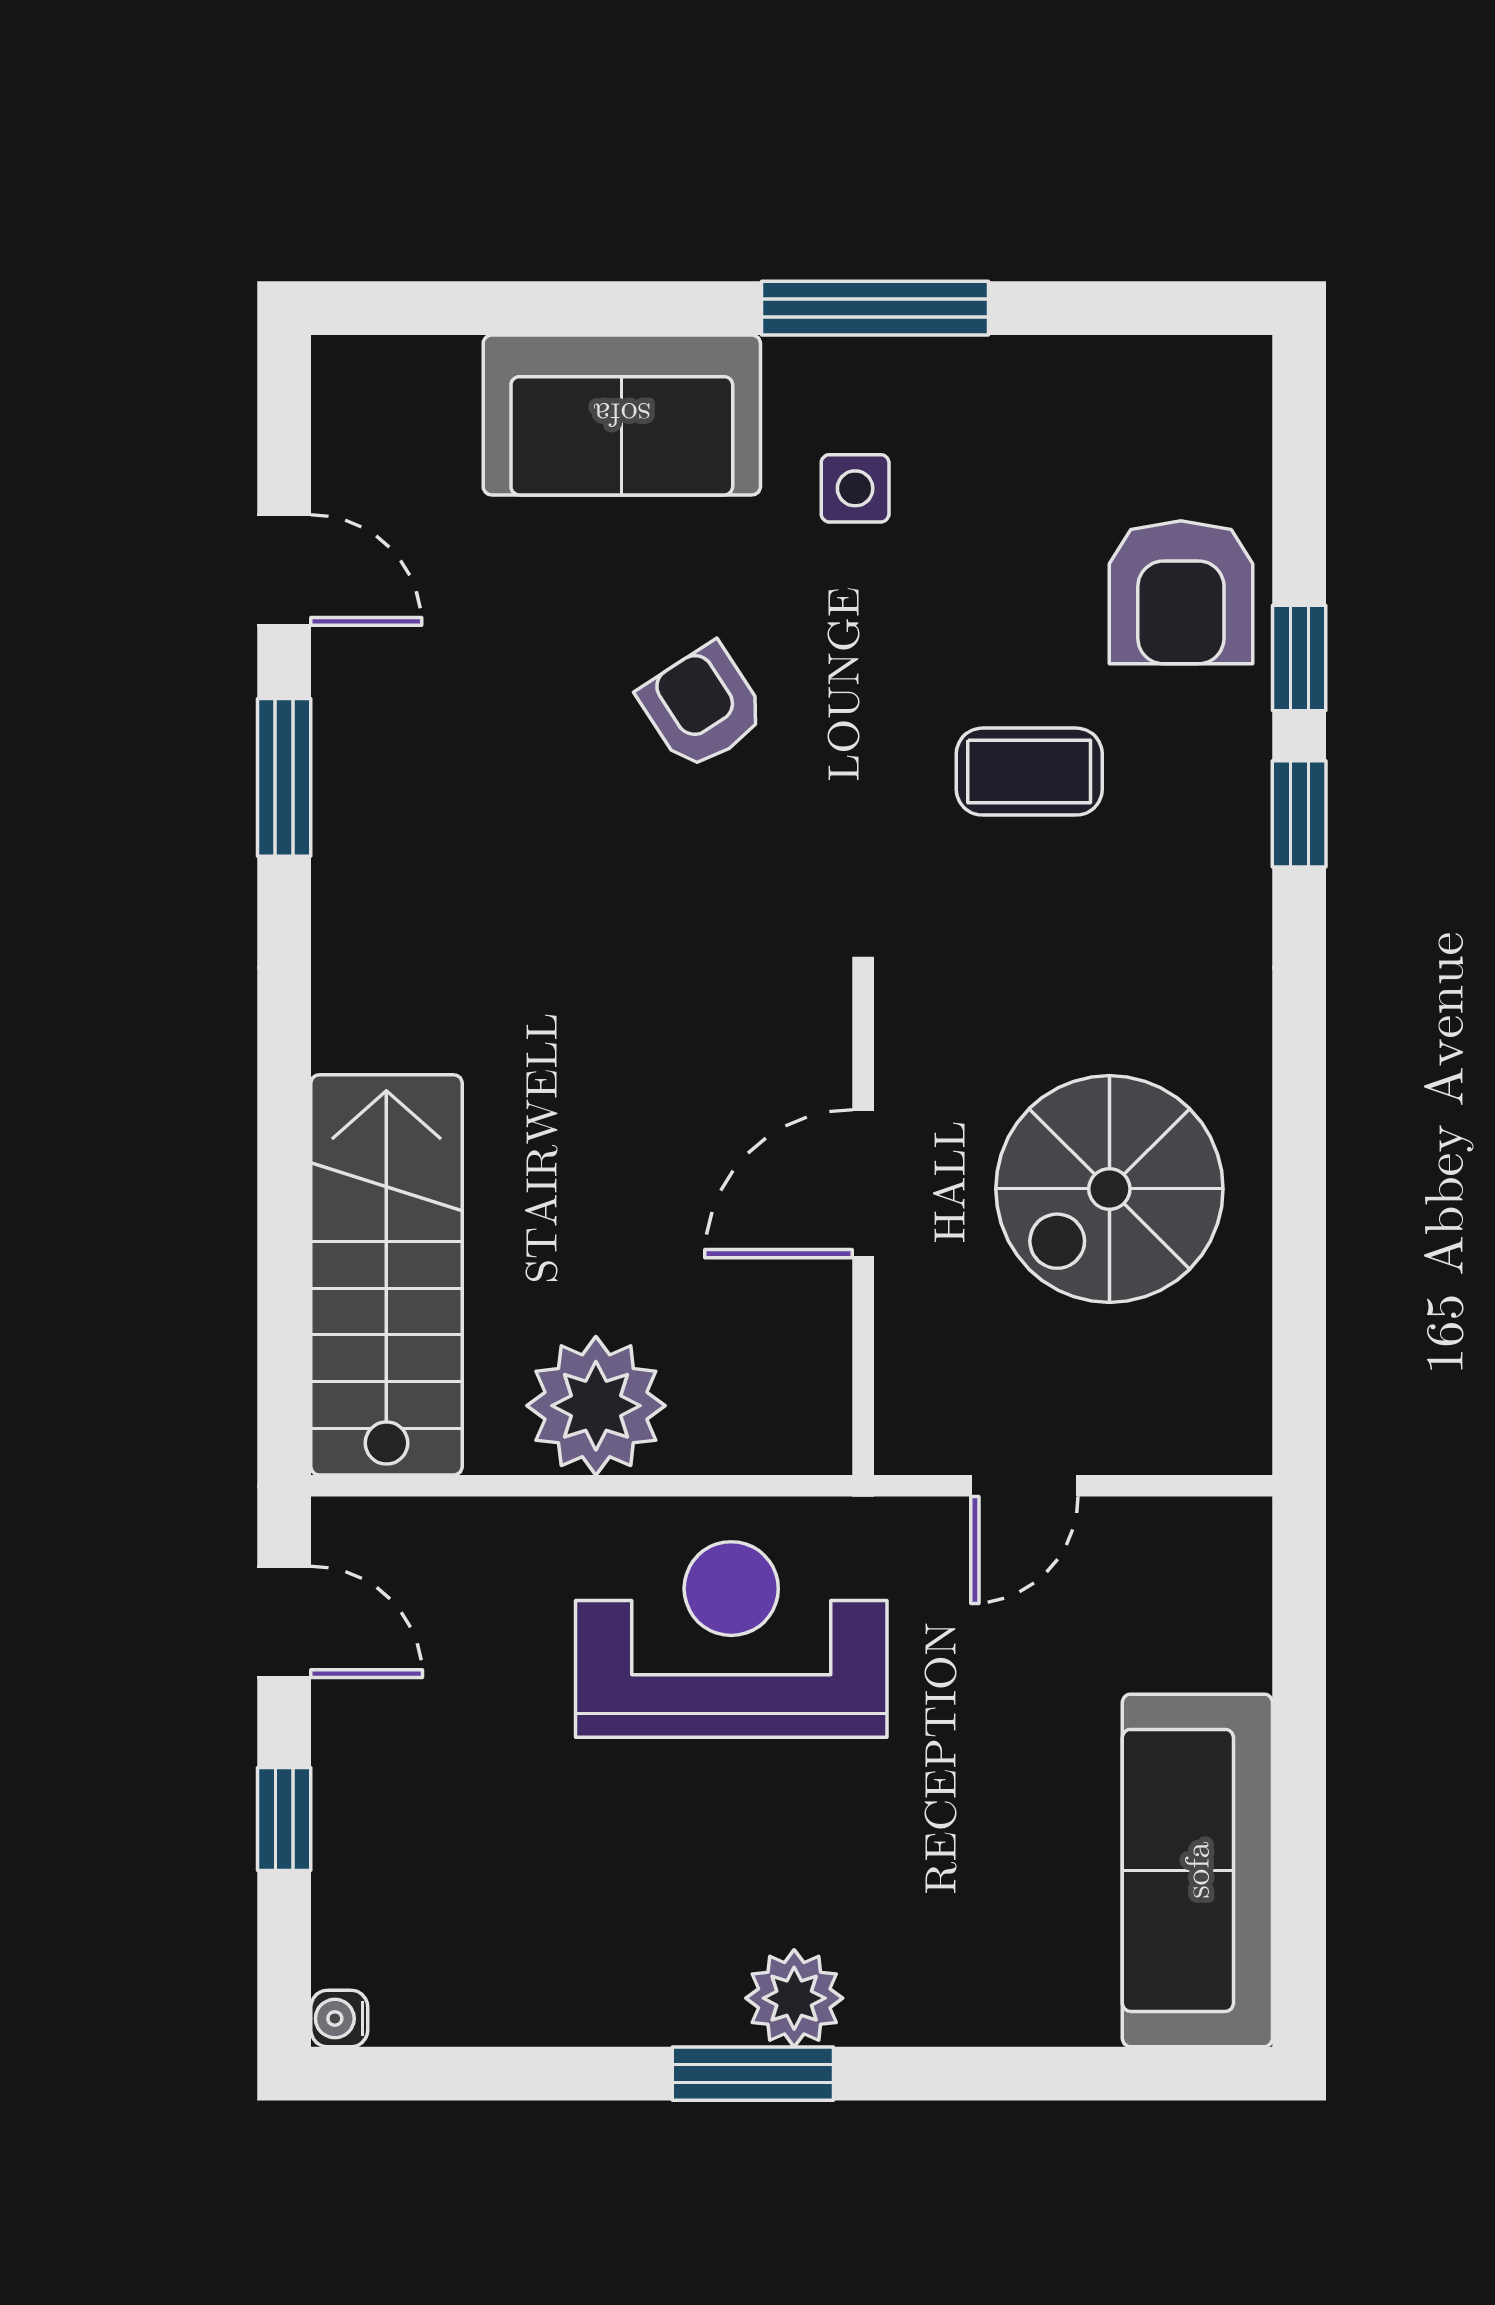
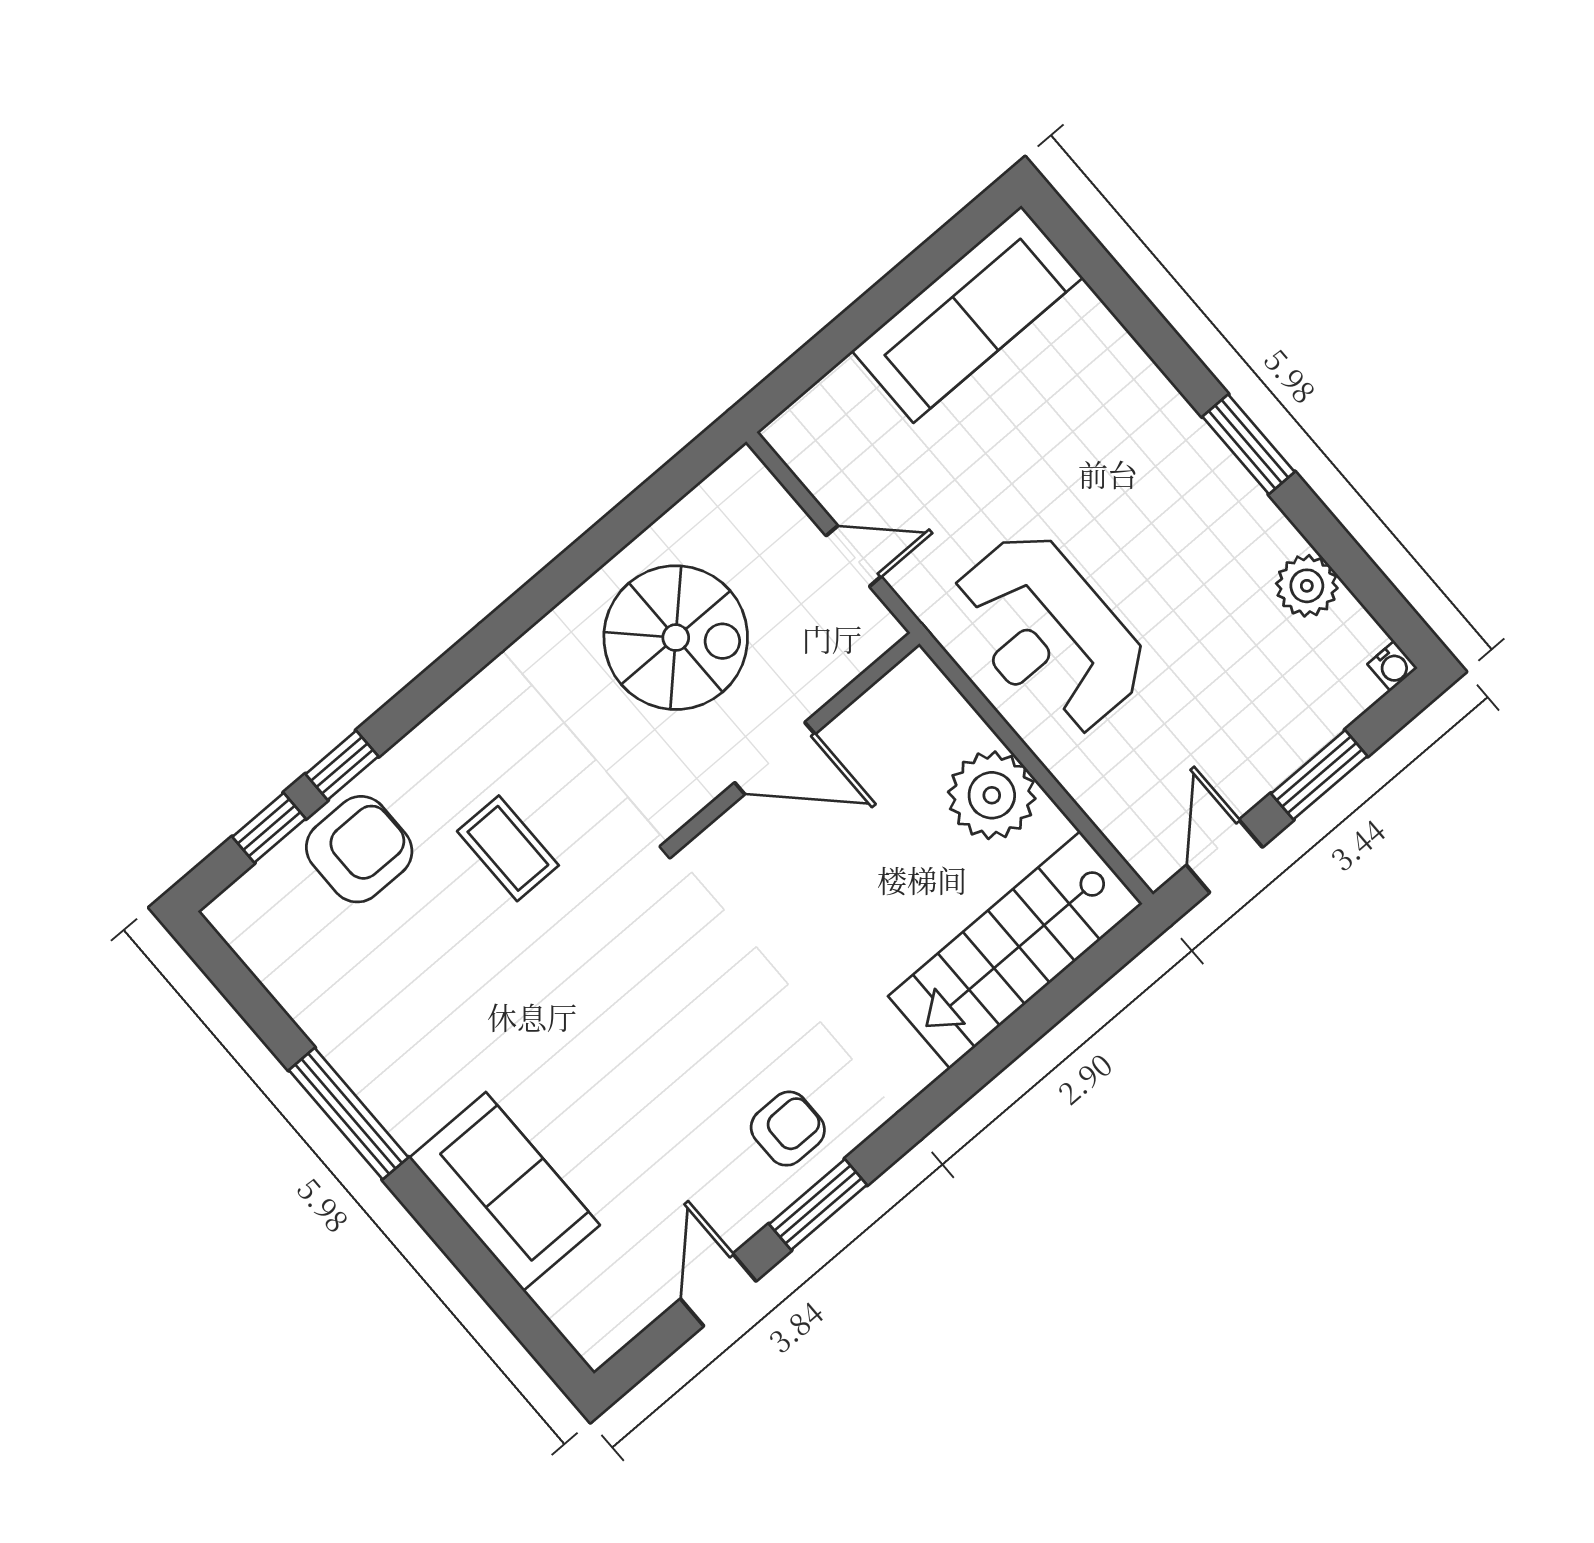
side table: (855, 488) -> (443, 1049), removed
armchair: (702, 707) -> (788, 1129), moved, turned -147
window: (1299, 814) -> (269, 828), moved
window: (284, 1819) -> (1319, 775), width x1.50
plant: (794, 1998) -> (1307, 586), moved

